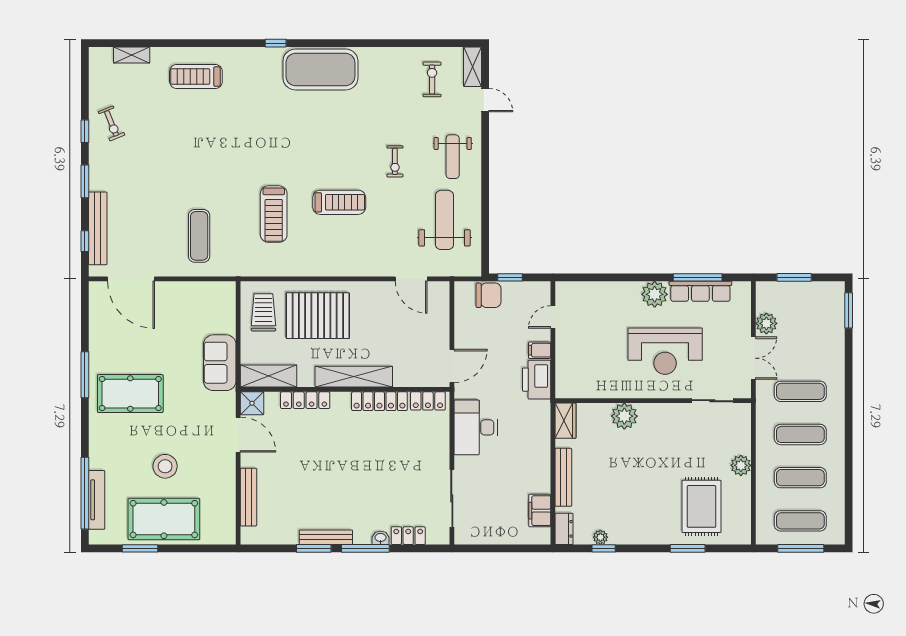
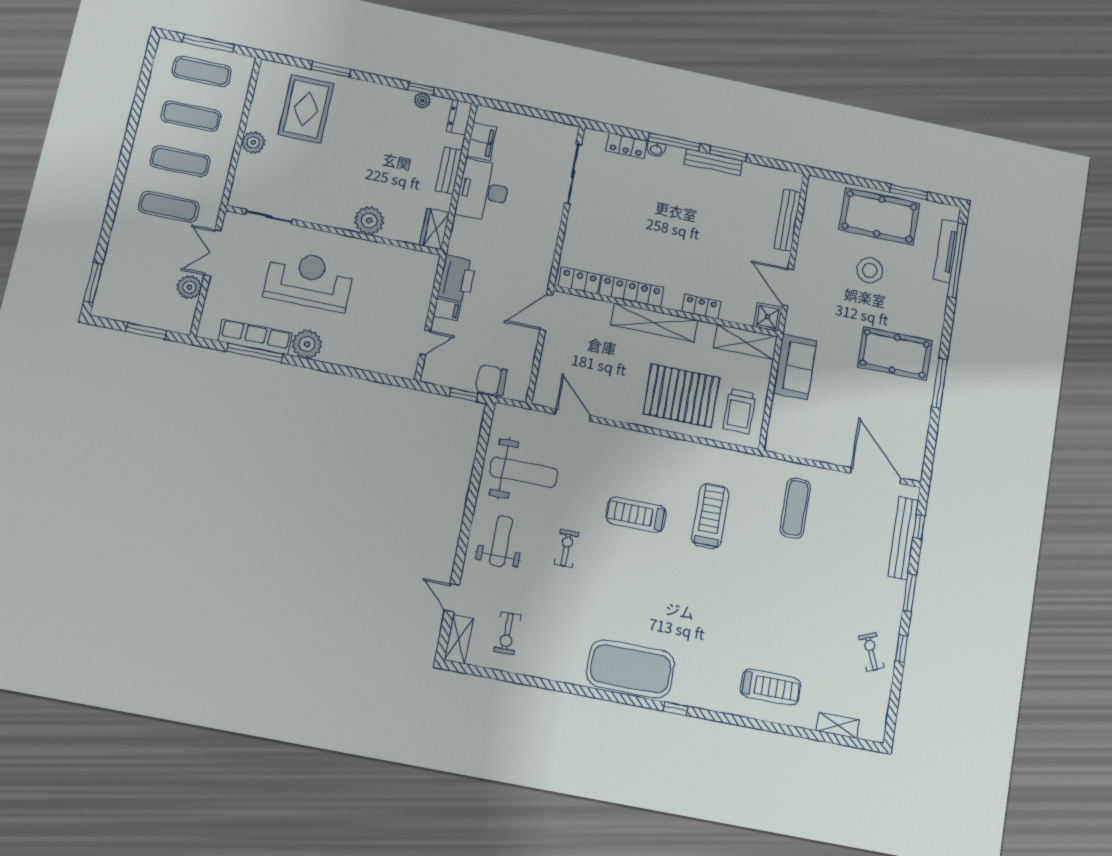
weight bench: (445, 220) -> (524, 472), turned -90
locker: (305, 400) -> (701, 307), width x0.66
desk: (476, 427) -> (483, 191), moved, turned 180
bench: (563, 477) -> (449, 171), width x0.73

